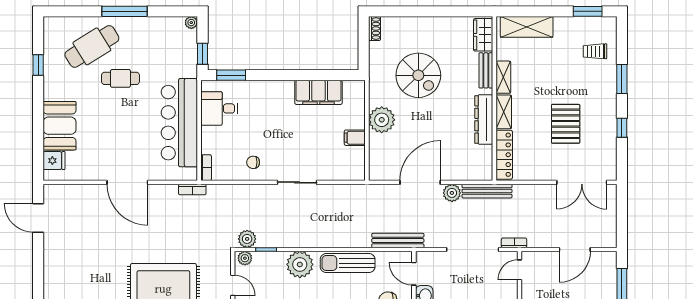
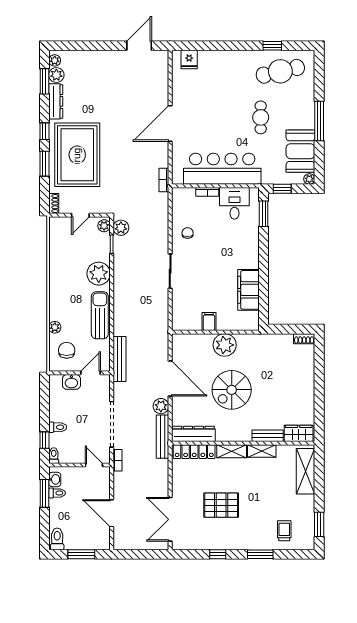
cafe table: (92, 46) -> (280, 71), moved, turned -71
spiral stairs: (418, 75) -> (232, 390), moved
dresser: (484, 120) -> (193, 434), moved
booth: (60, 126) -> (300, 151), moved, turned 90
bookcase: (206, 168) -> (207, 192), moved

